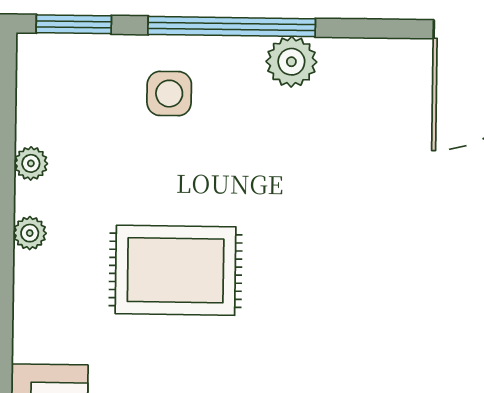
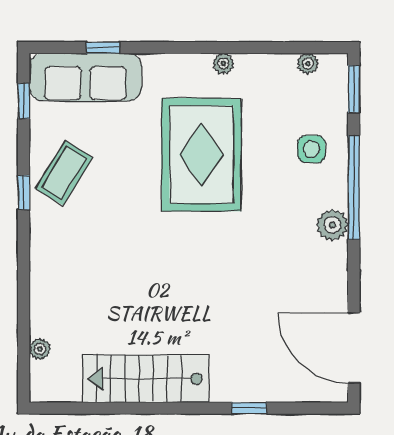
plant: (31, 163) -> (308, 64), moved
rug: (176, 270) -> (201, 155), width x1.37, depth x1.44

